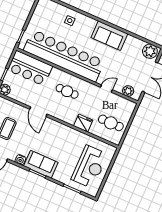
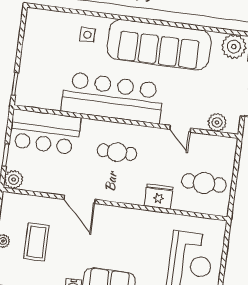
sofa: (109, 36) -> (159, 45), width x1.85, depth x1.27
bar counter: (64, 56) -> (113, 98), width x0.73
door: (106, 89) -> (180, 129), swing flipped

